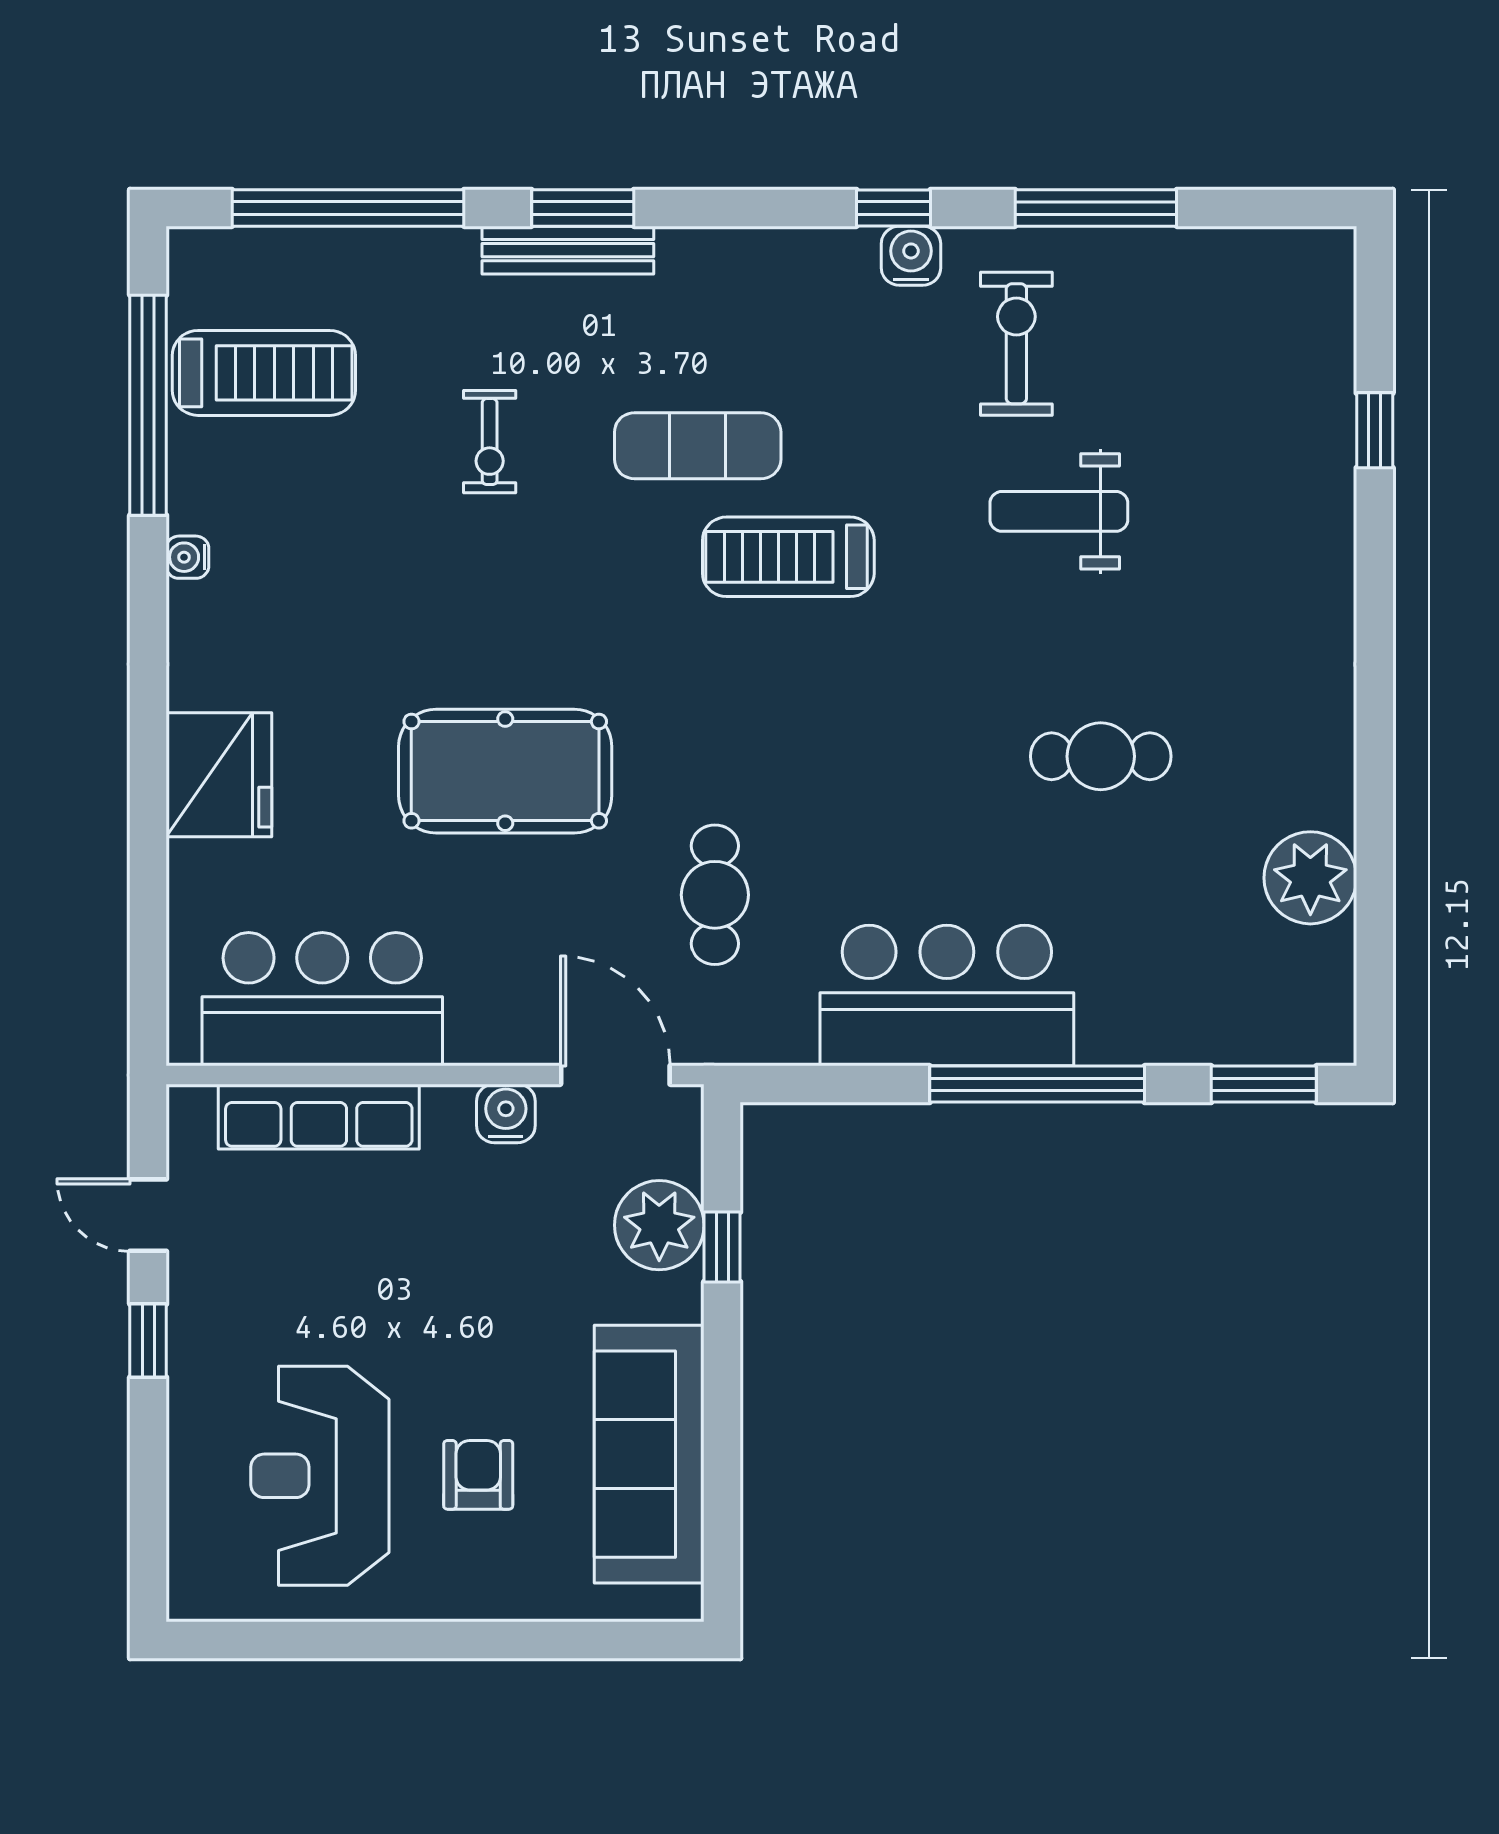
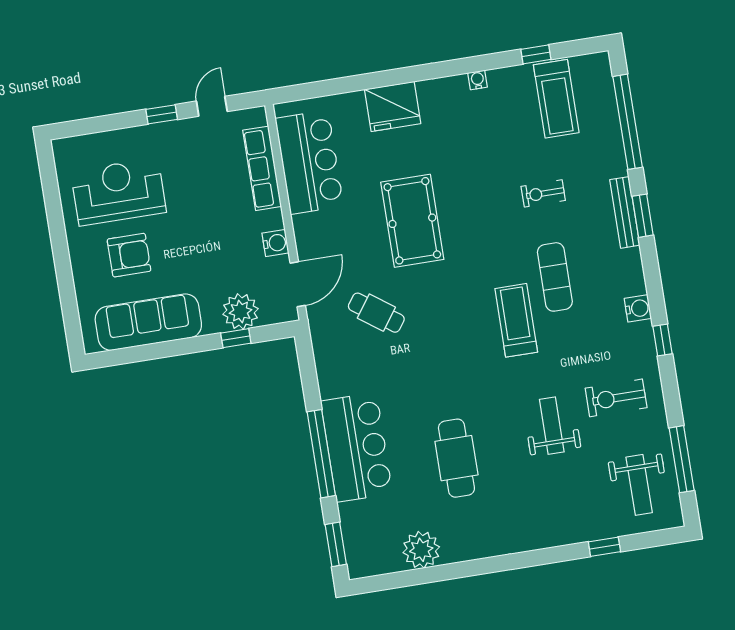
window: (1096, 208) -> (682, 459), moved
water cooler: (911, 256) -> (638, 308), moved
weight bench: (1237, 322) -> (639, 485), added
exercise bike: (1016, 344) -> (616, 398), turned 180
window: (148, 405) -> (536, 54), width x0.32
cafe table: (1101, 756) -> (456, 458), width x1.37, depth x1.35
cafe table: (715, 895) -> (376, 313), turned 36
bar counter: (947, 996) -> (356, 447), moved
armchair: (478, 1475) -> (129, 255), width x1.38, depth x1.38

